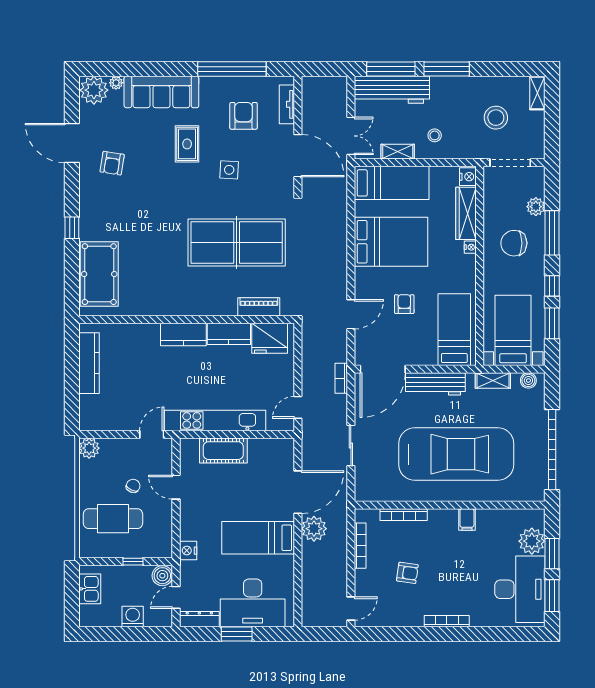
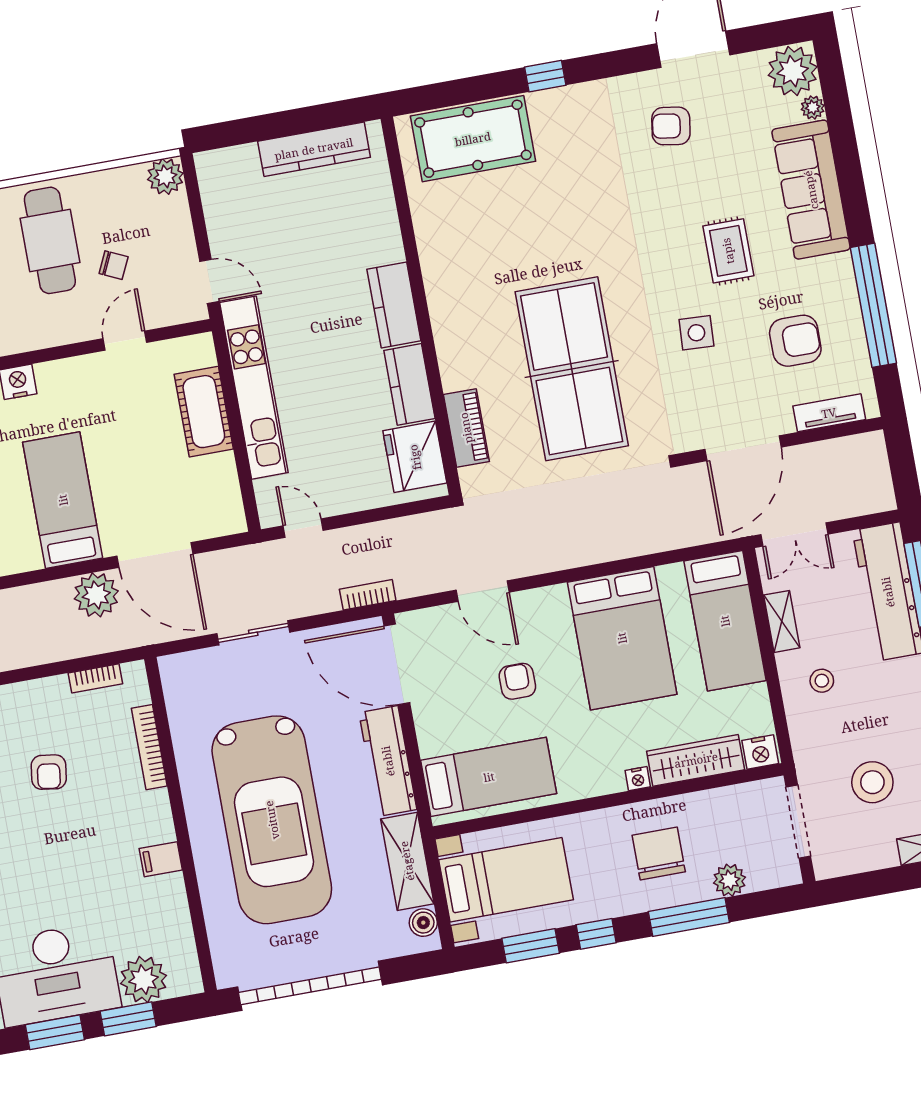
rug: (187, 144) -> (728, 251), turned 90
armchair: (404, 304) -> (517, 681), turned -90
shelving: (493, 381) -> (407, 861), width x1.50, depth x1.33
bookcase: (360, 546) -> (95, 678), width x0.64

